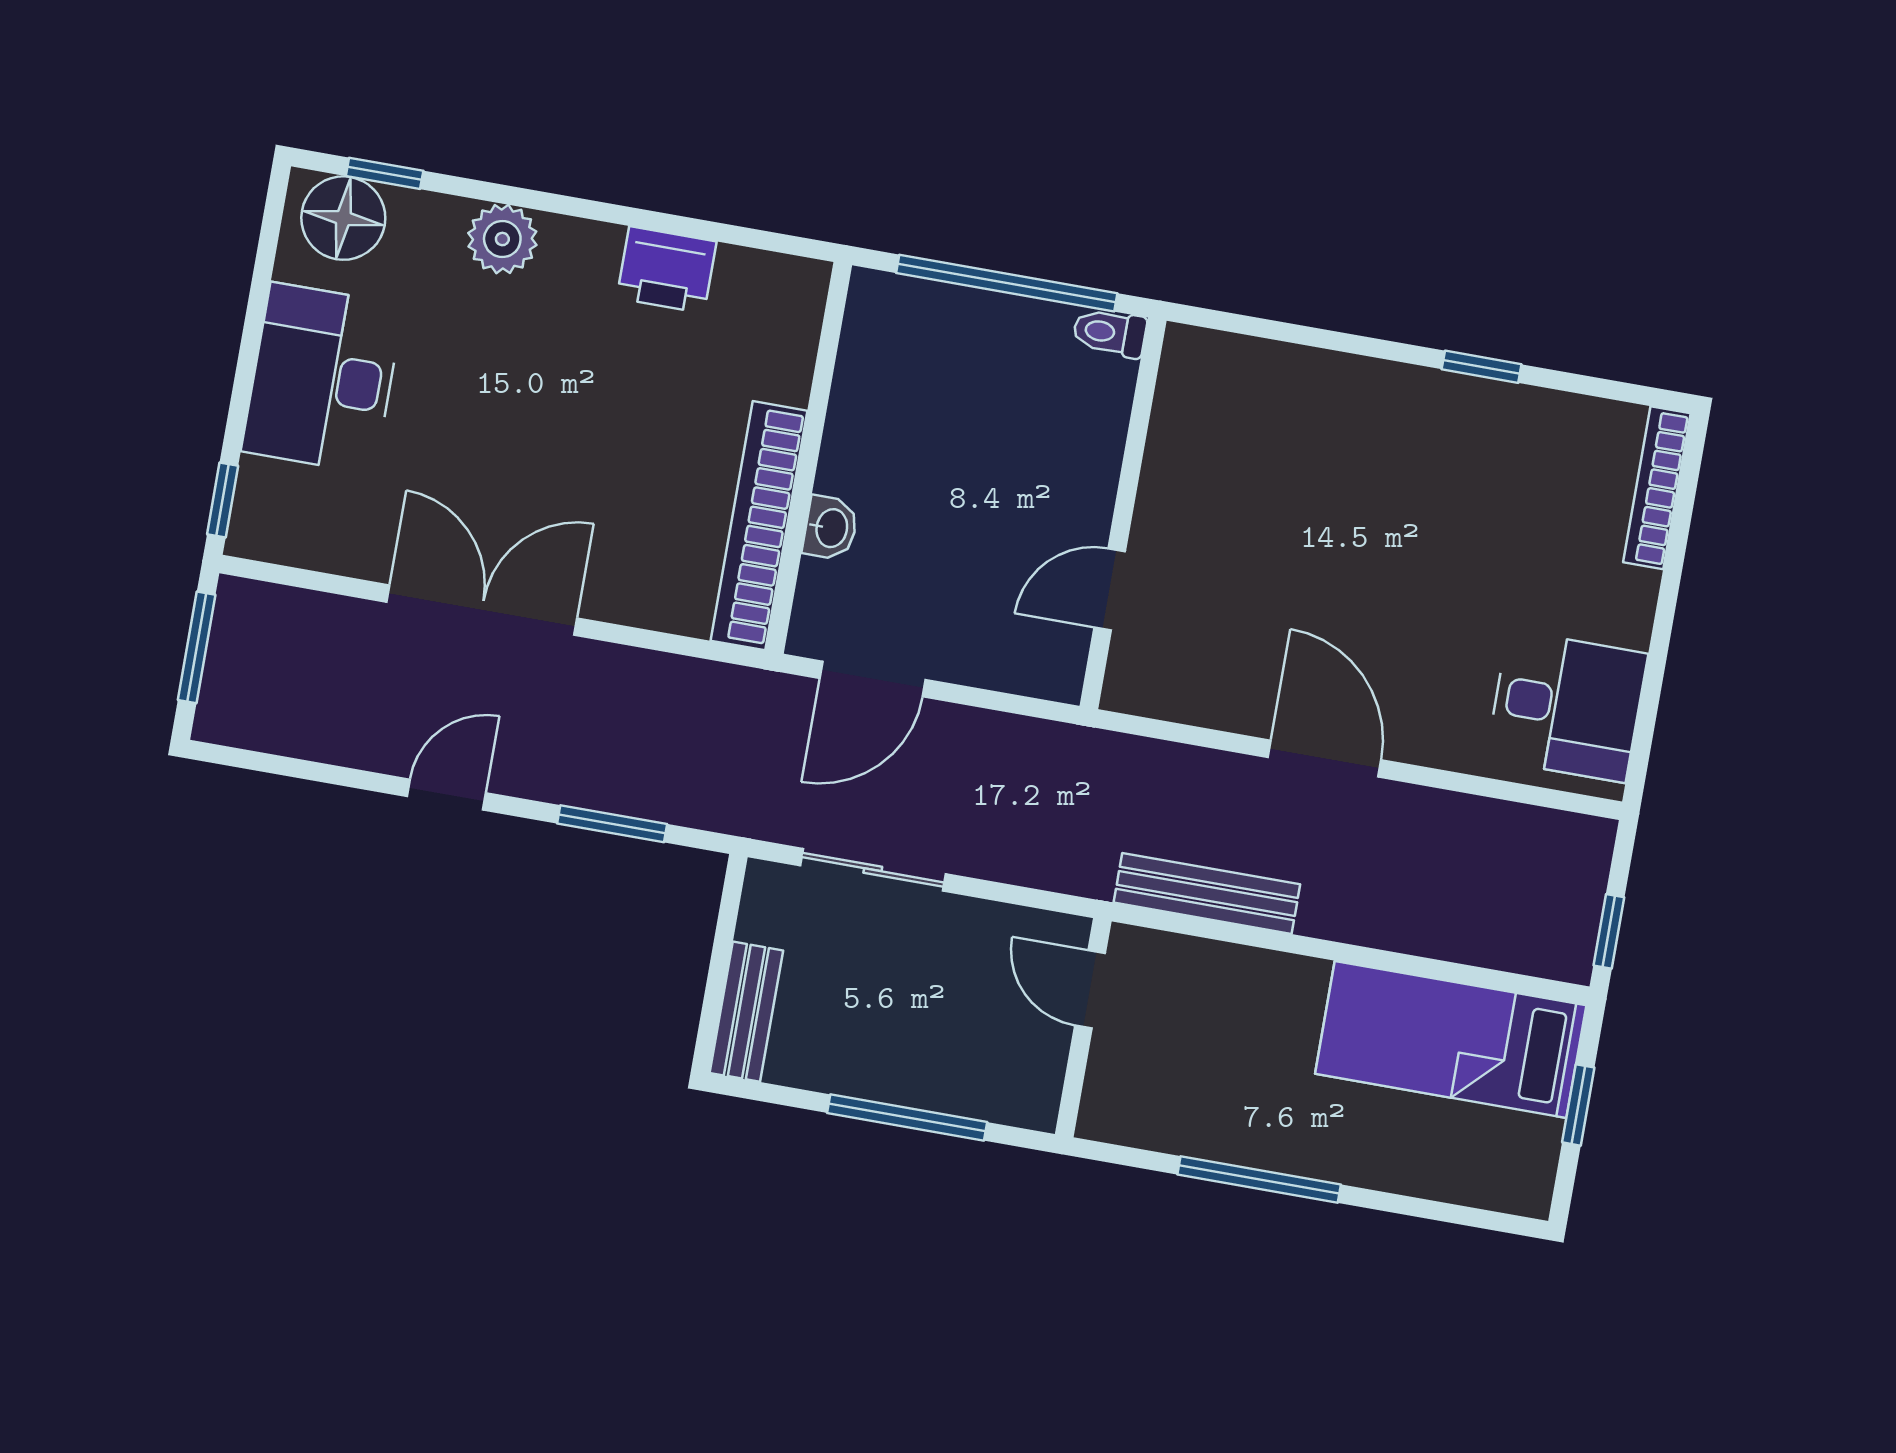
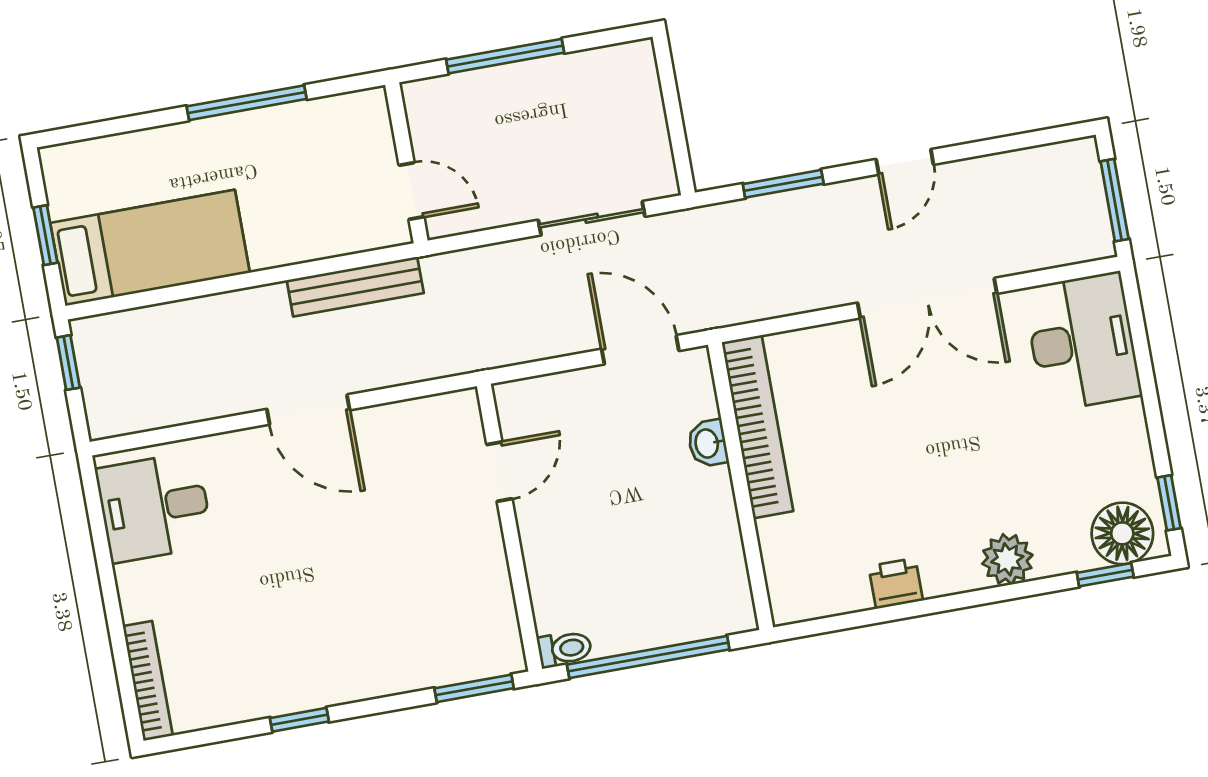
printer: (667, 270) -> (896, 583), width x0.73, depth x0.81
window: (1244, 325) -> (474, 688), added
desk: (323, 378) -> (1082, 342), moved
window: (223, 500) -> (1169, 503), moved
door: (873, 679) -> (640, 350), hinge flipped
bench: (746, 1012) -> (643, 88), removed

